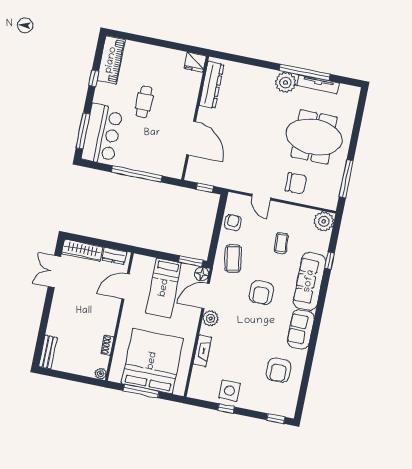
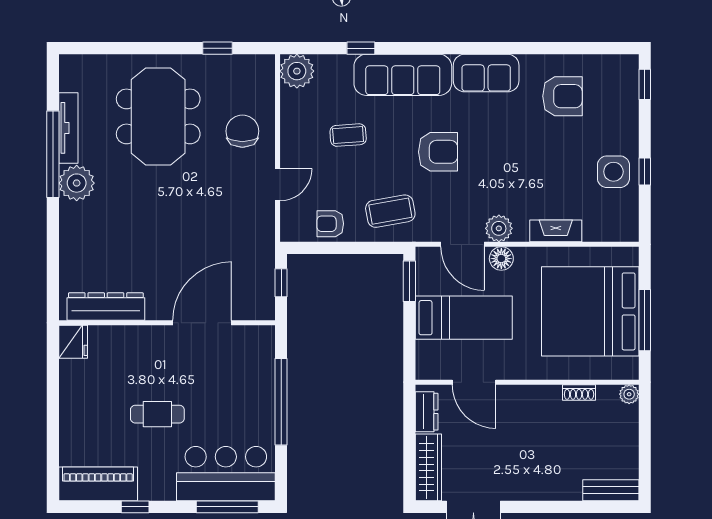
window: (346, 179) -> (218, 48), width x0.46
floor lamp: (202, 274) -> (501, 259), moved

